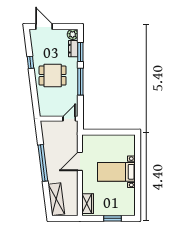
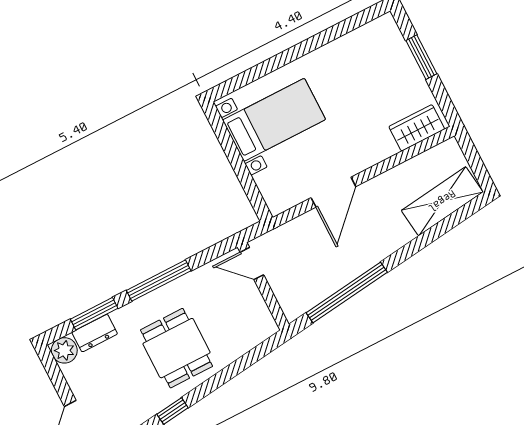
door: (80, 161) -> (333, 192), hinge flipped
window: (43, 163) -> (347, 293), moved
bed with nightstands: (116, 172) -> (274, 120), moved, turned -90

